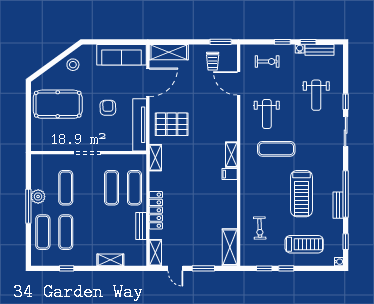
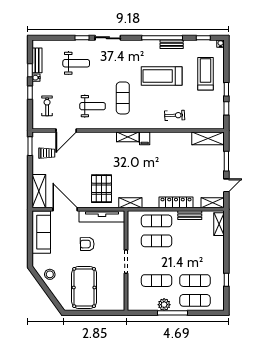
treadmill: (301, 194) -> (162, 76), turned 180
exercise bike: (260, 228) -> (175, 115), moved
shelving: (110, 260) -> (219, 224), moved

